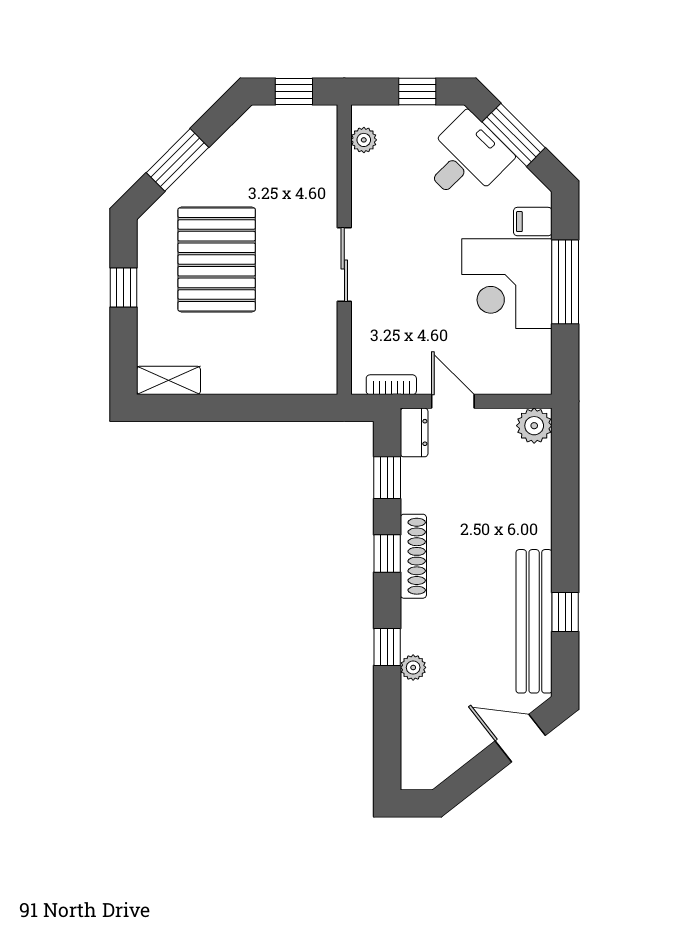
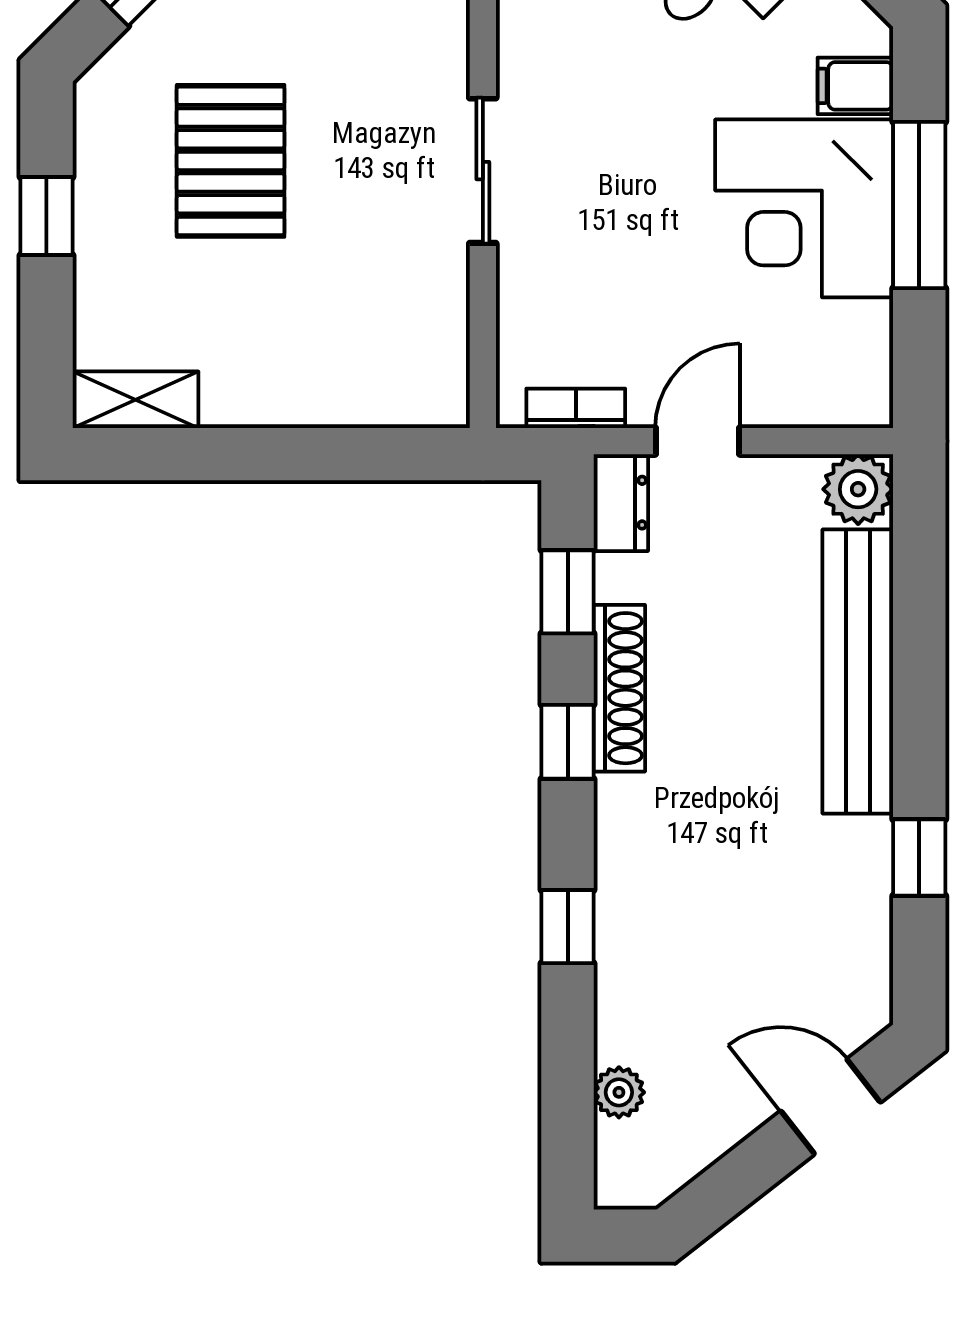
pallet: (217, 260) -> (231, 161), width x0.73, depth x0.71
door: (453, 401) -> (697, 441), hinge flipped
shoe rack: (413, 556) -> (619, 688), moved
bench: (534, 621) -> (858, 672), moved
plant: (413, 667) -> (619, 1092), moved

